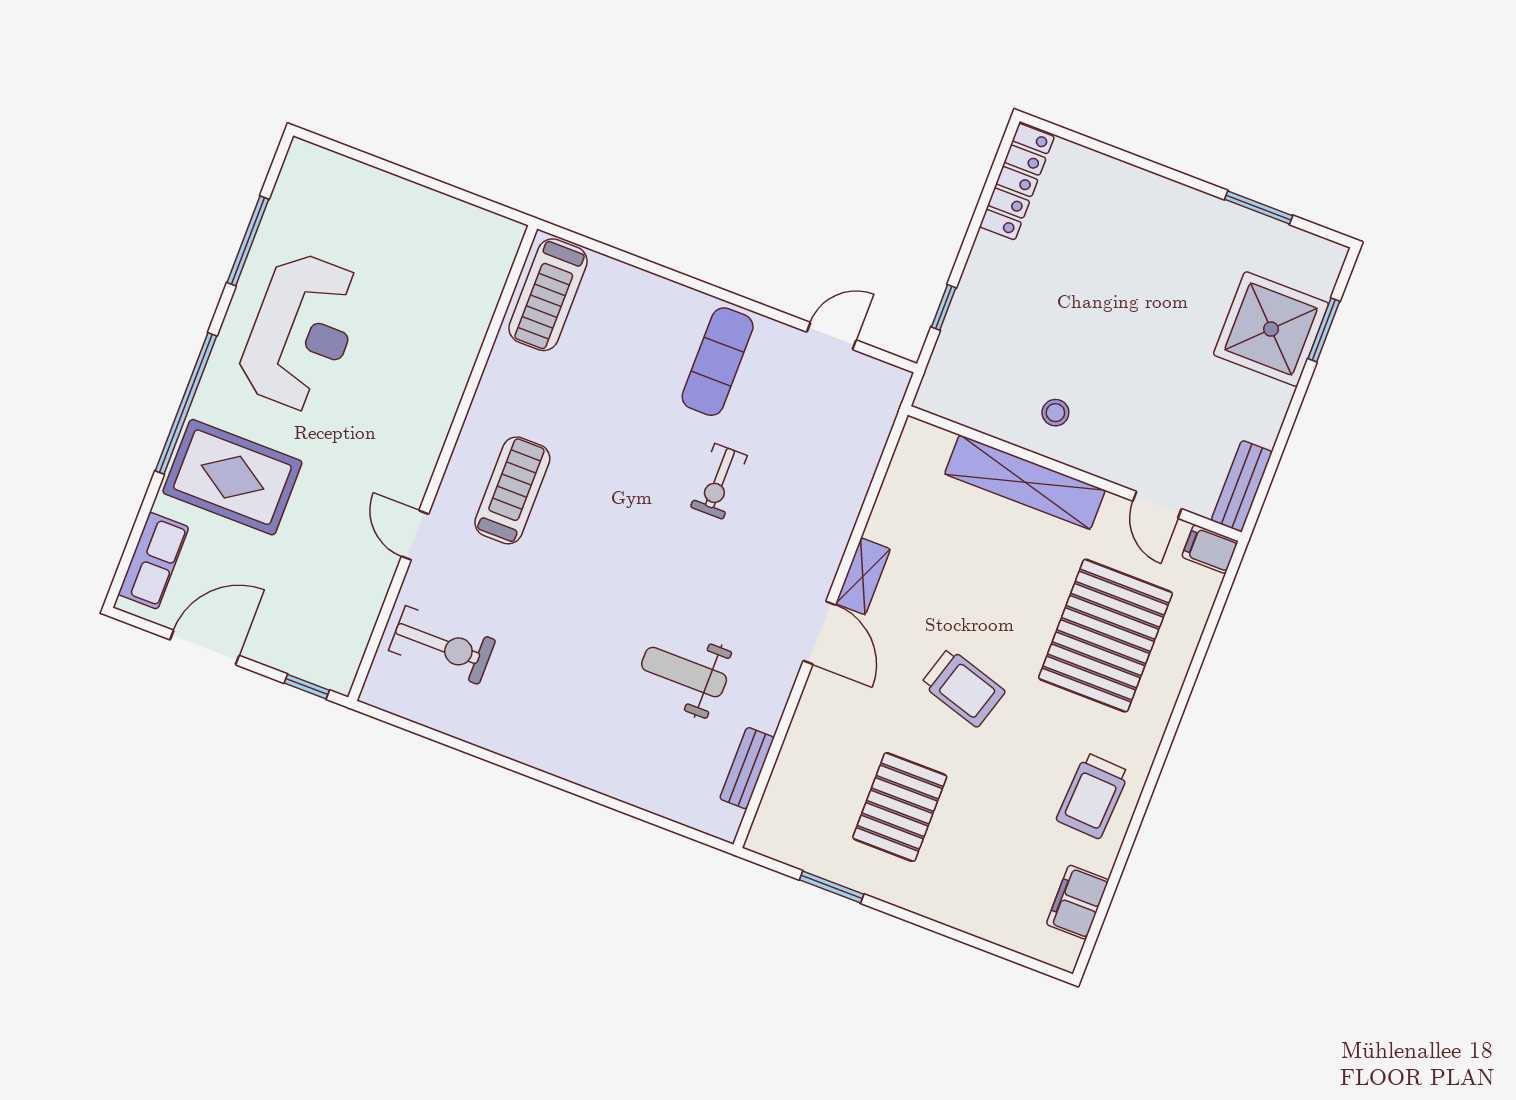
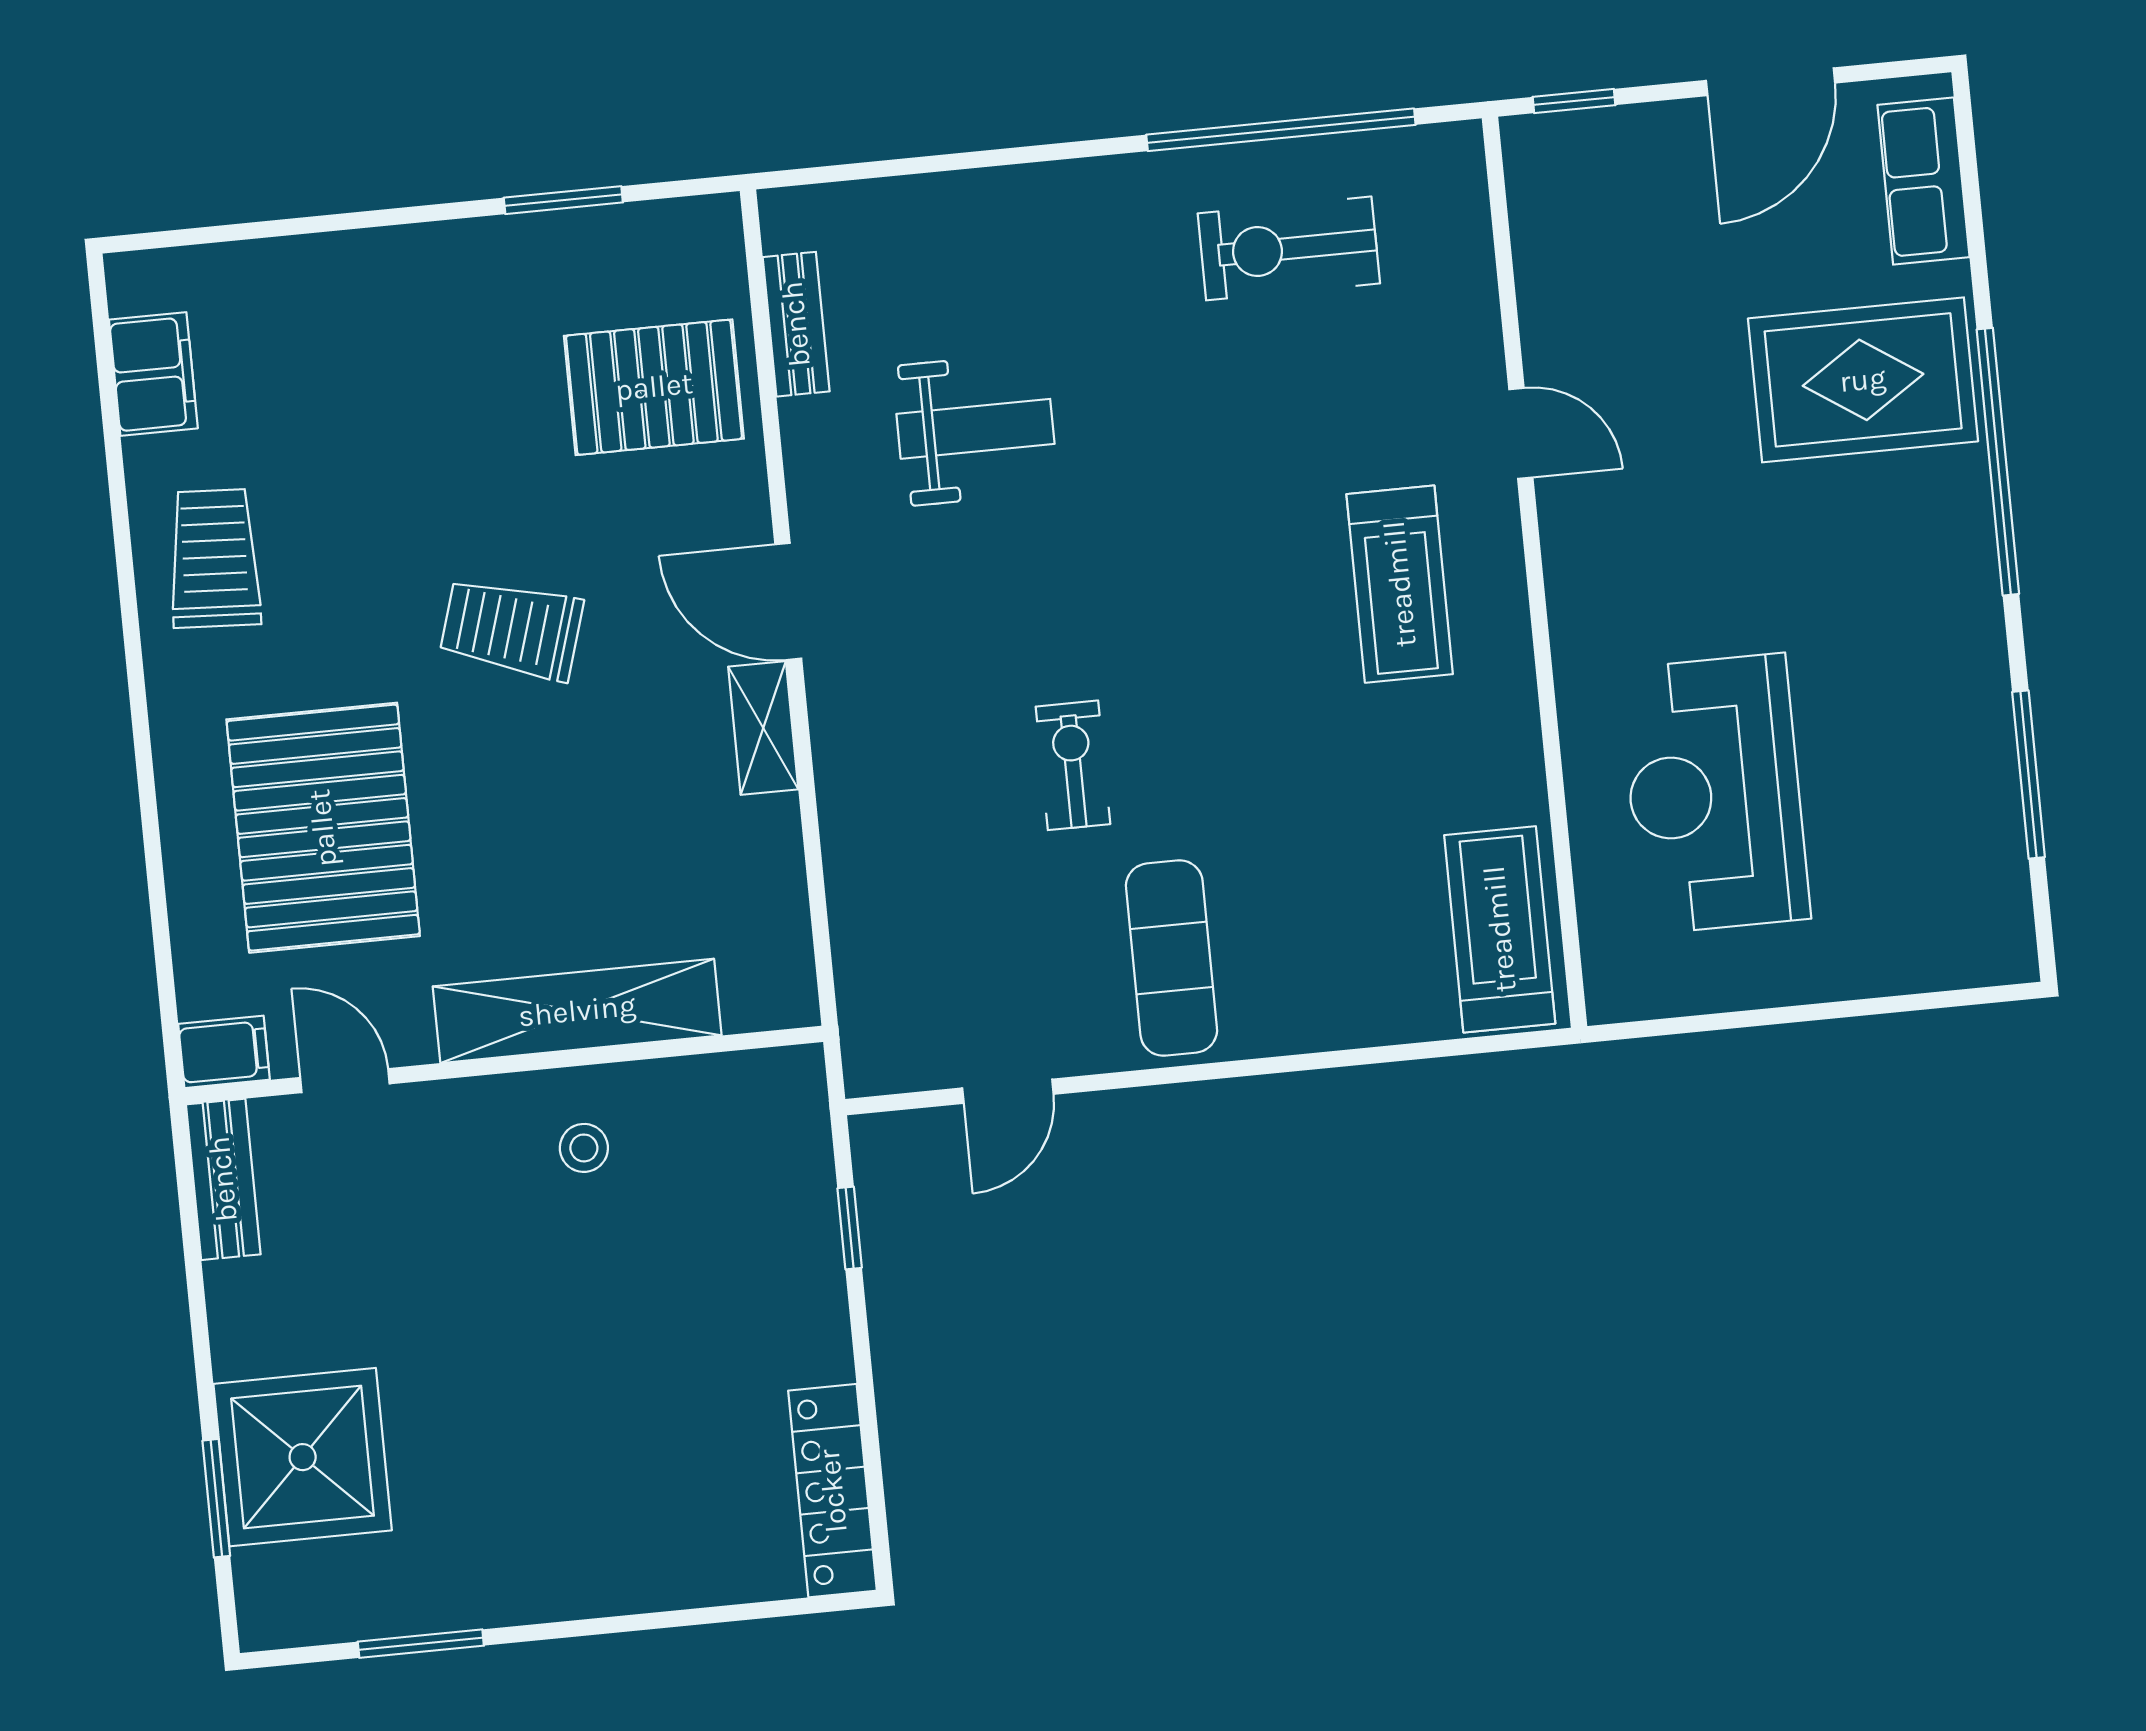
reception desk: (301, 332) -> (1714, 794), moved
exercise bike: (442, 645) -> (1289, 248), moved
window: (459, 745) -> (1281, 130), added
pallet: (900, 807) -> (654, 387), moved, turned 90

